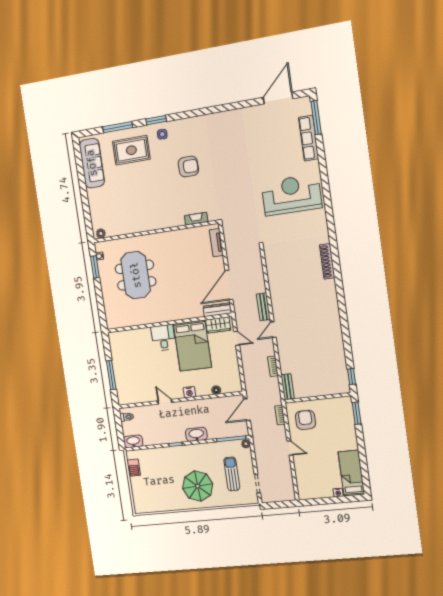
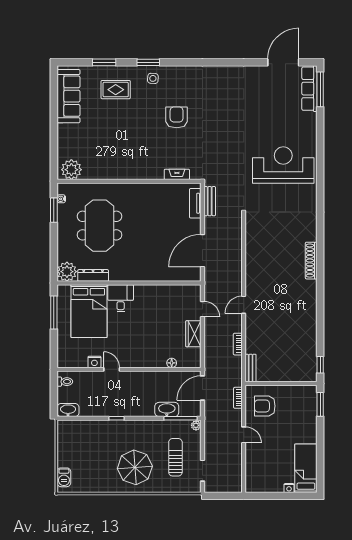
window: (118, 127) -> (104, 62), width x0.69
row of seats: (309, 138) -> (309, 89), moved
rug: (131, 150) -> (116, 90), width x0.73, depth x0.70
armchair: (188, 167) -> (177, 117), turned -90
plant: (101, 233) -> (71, 170), width x1.87, depth x1.87
shoe rack: (327, 261) -> (311, 261), moved
bench: (263, 307) -> (210, 201), moved
dresser: (217, 310) -> (93, 275), moved
plant: (114, 320) -> (67, 272), added
wardrobe: (218, 325) -> (193, 334), moved, turned 90
bed: (192, 346) -> (89, 311), moved
window: (111, 375) -> (54, 313), moved
nightstand: (189, 392) -> (94, 362), moved
armchair: (305, 420) -> (265, 406), turned -90
washbasin: (196, 434) -> (167, 409), moved
barbecue: (134, 468) -> (64, 477), moved

